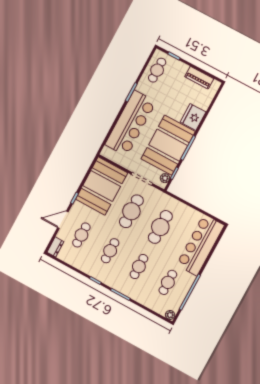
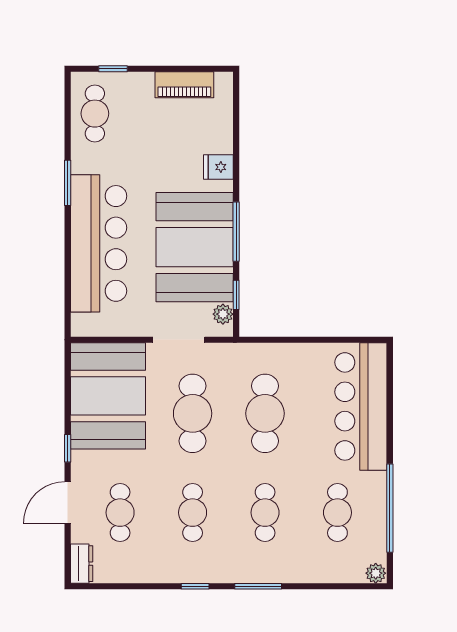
fridge: (193, 117) -> (218, 167), width x0.53, depth x0.75

